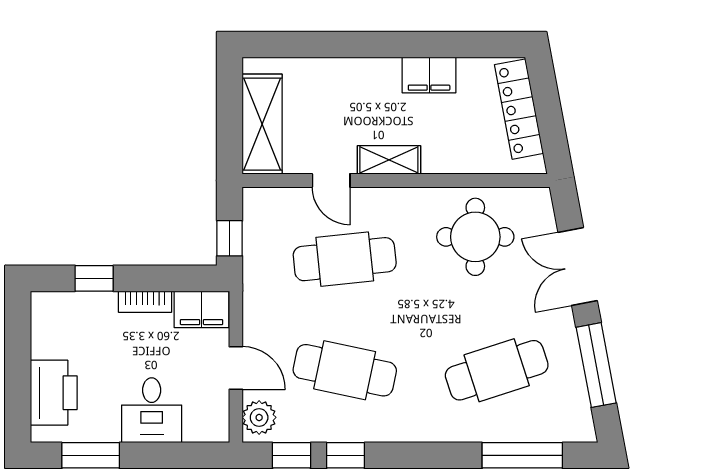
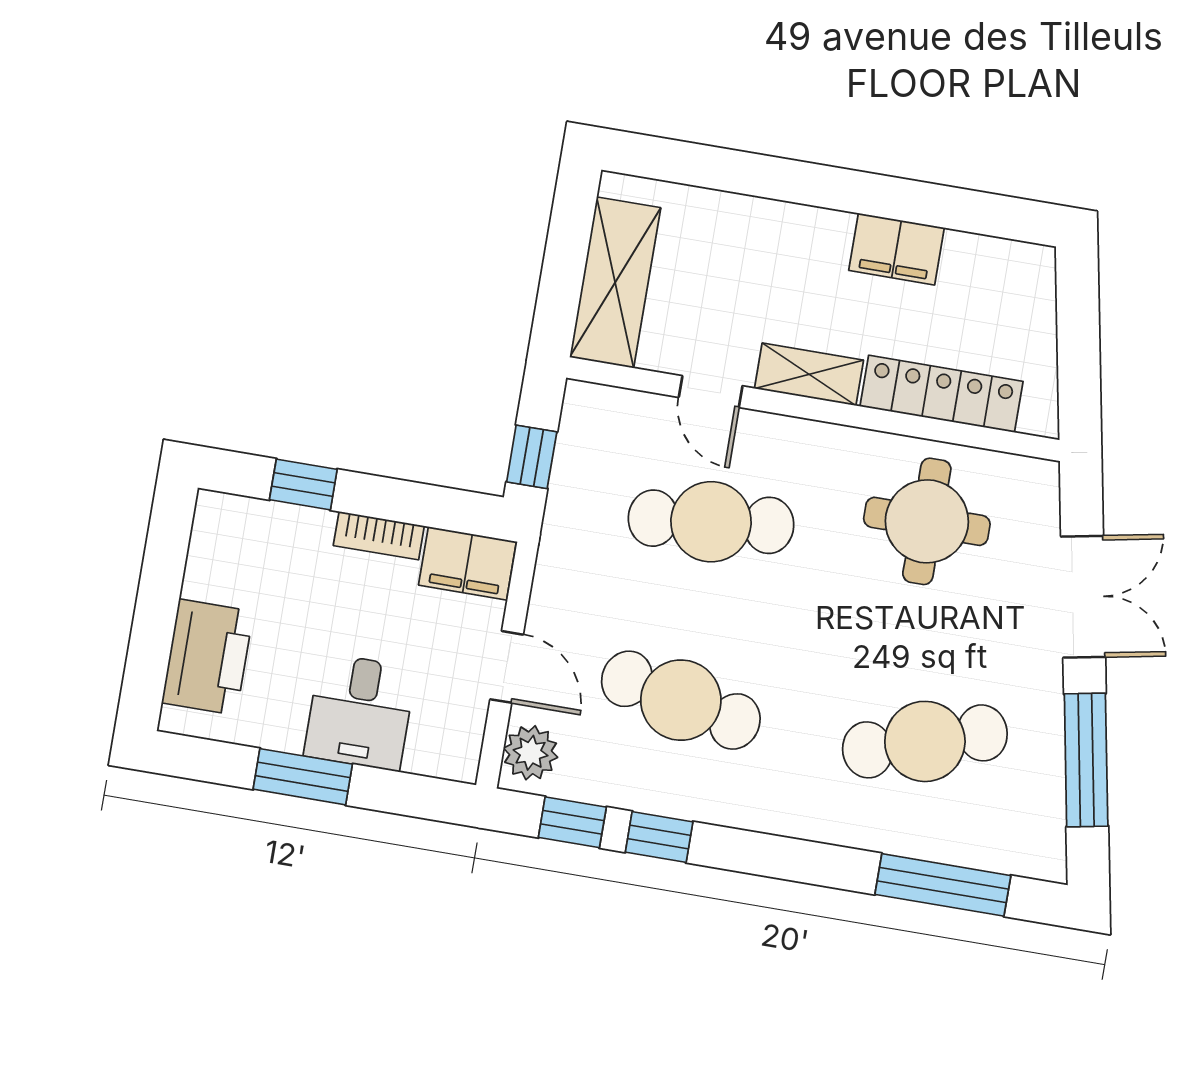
locker: (519, 109) -> (942, 394), moved, turned 101
double door: (578, 266) -> (1083, 597), swing flipped
window: (91, 455) -> (303, 777), moved

